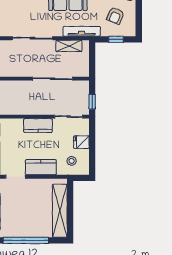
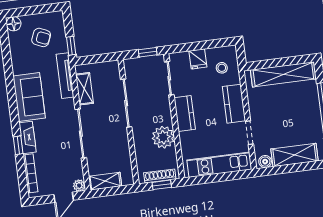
window: (116, 39) -> (71, 46), moved
plant: (21, 106) -> (163, 137), added

